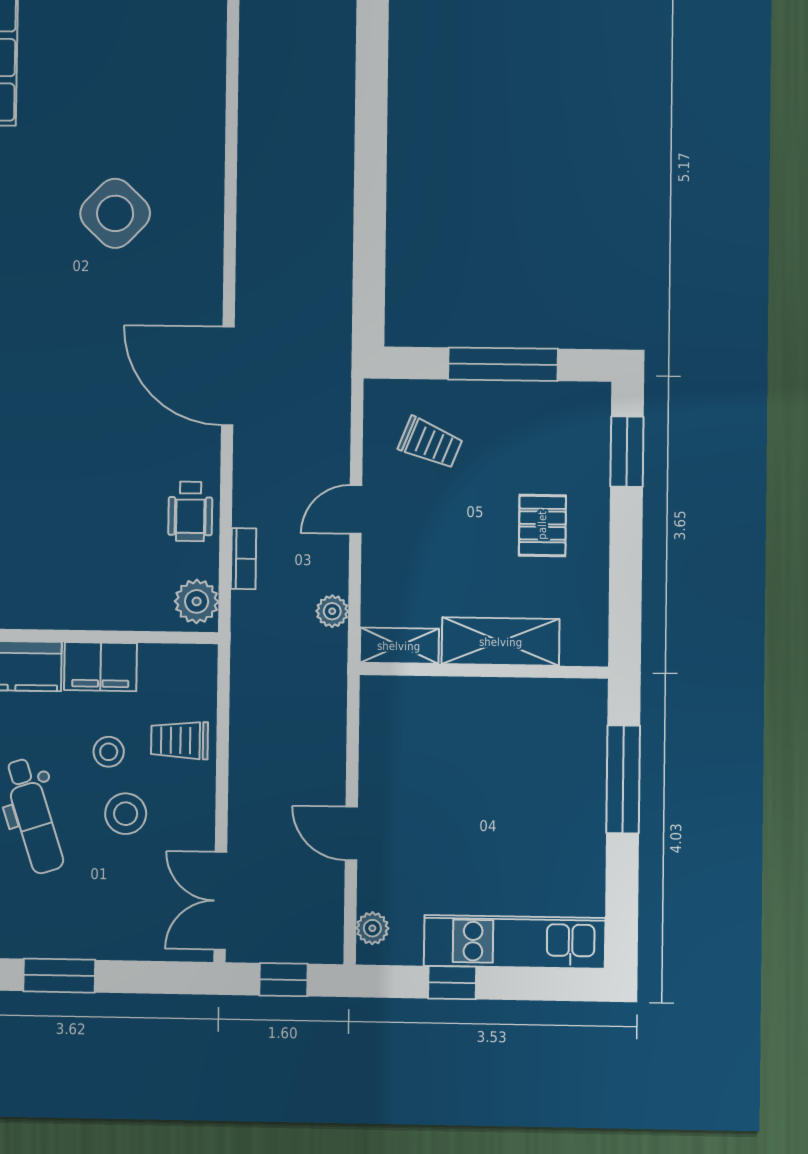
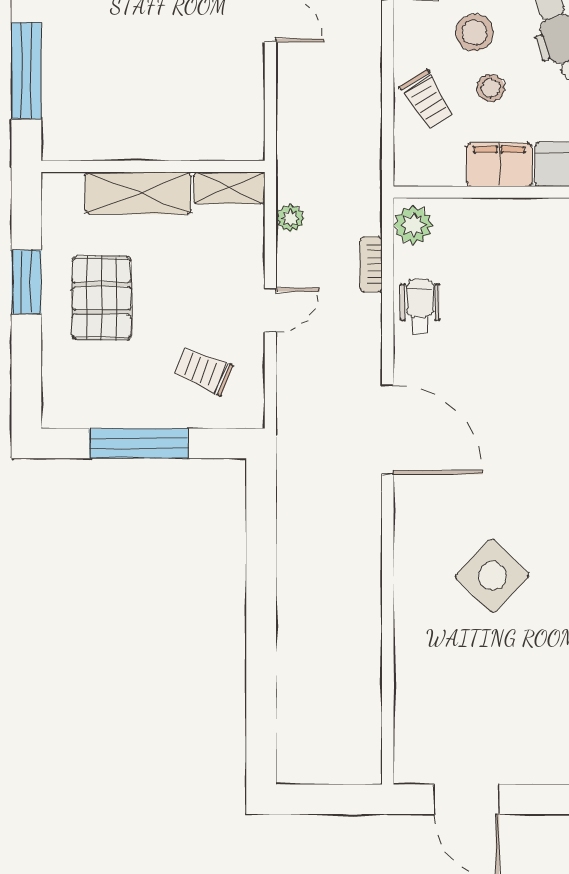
window: (627, 452) -> (26, 282), moved
pallet: (542, 525) -> (102, 298), width x1.50, depth x1.42
trolley: (179, 740) -> (427, 99), turned 58

